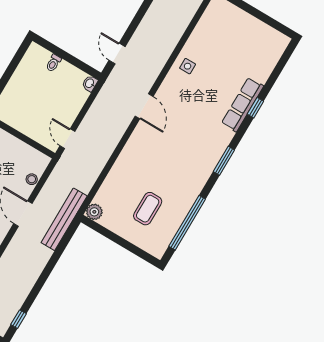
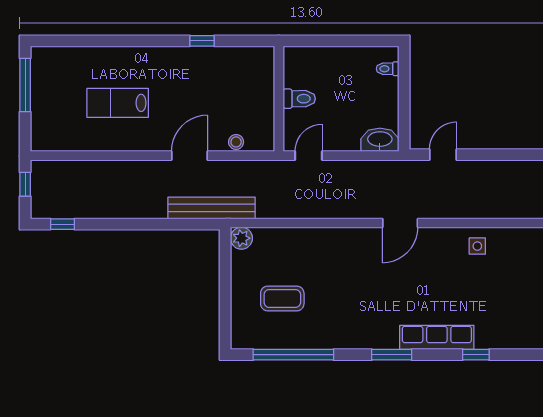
toilet: (53, 63) -> (388, 69), moved
washbasin: (90, 83) -> (380, 140), width x1.91, depth x1.45
row of seats: (243, 105) -> (437, 337), moved
toilet: (28, 123) -> (299, 99), added

